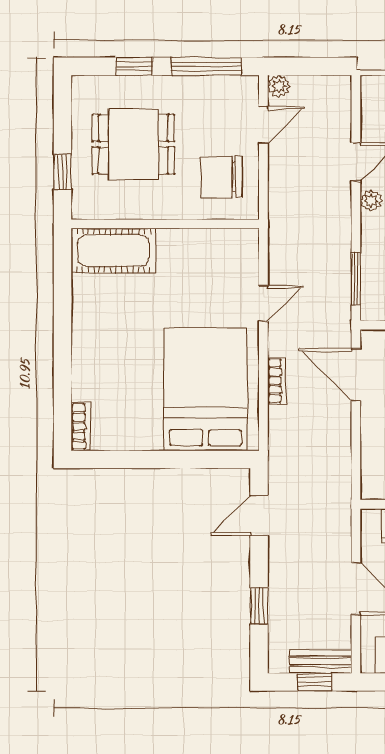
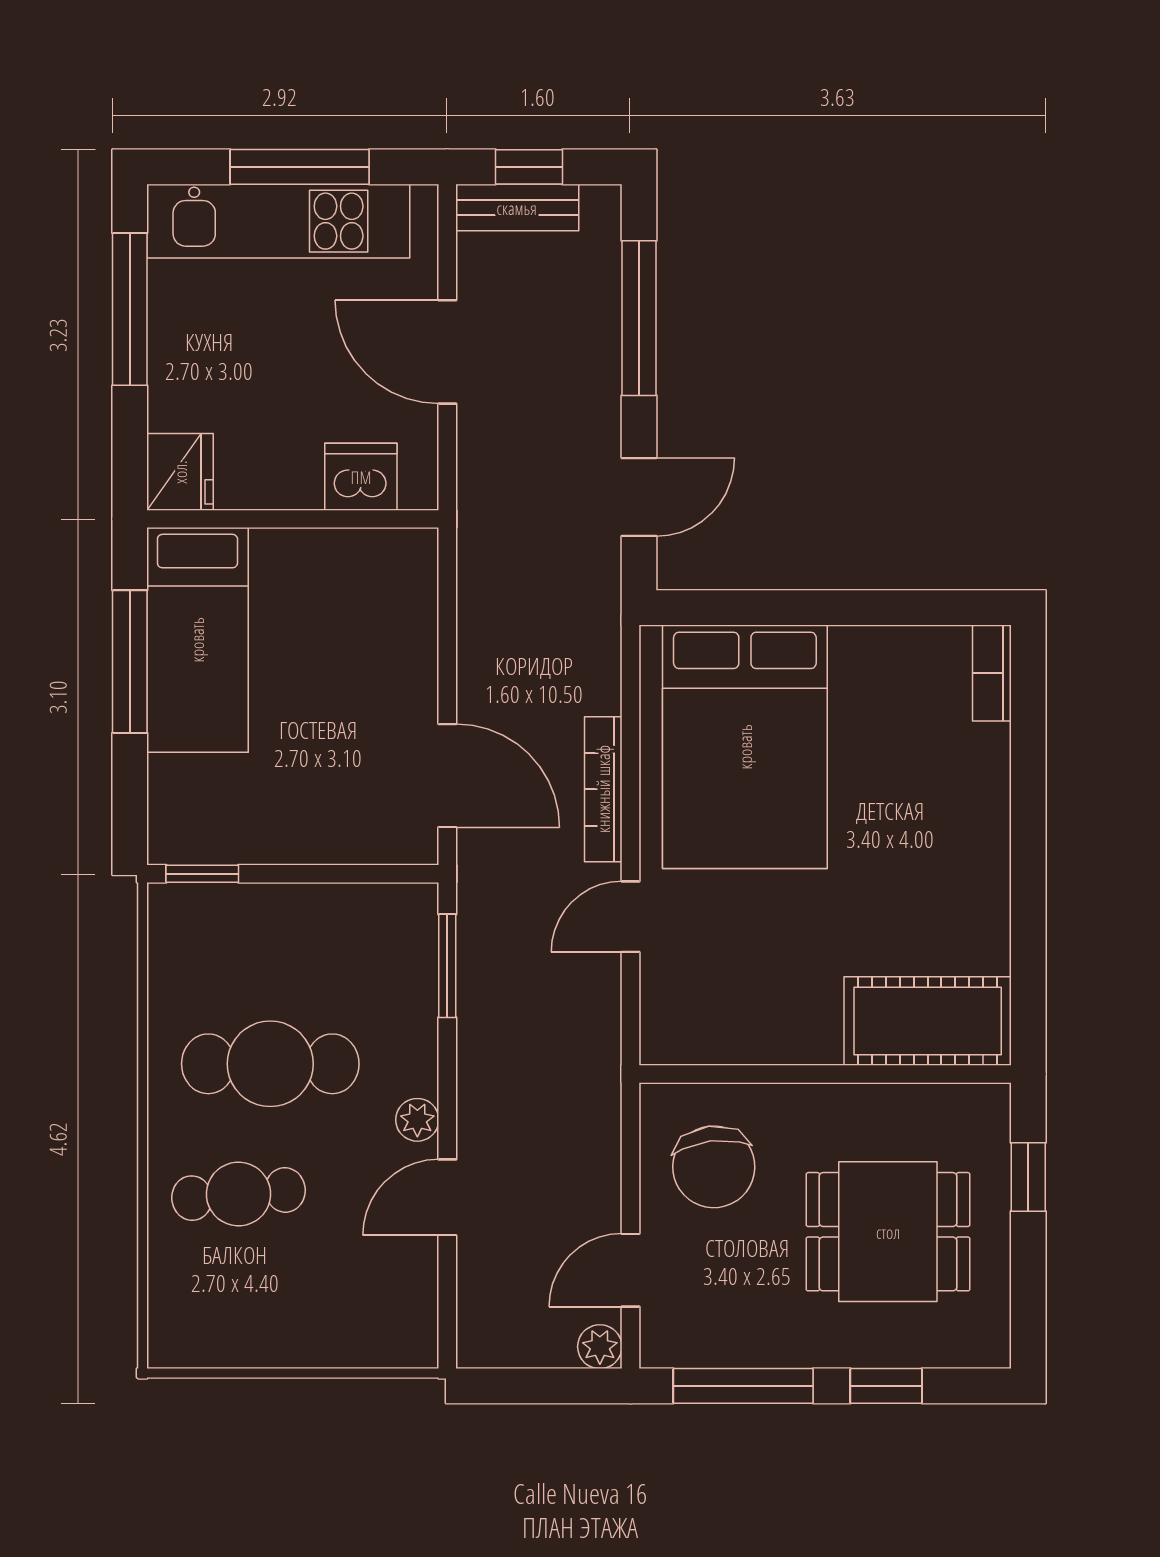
chair: (221, 177) -> (714, 1167), turned 83
bookcase: (277, 381) -> (603, 789), width x1.56
window: (259, 606) -> (639, 318), width x2.17

